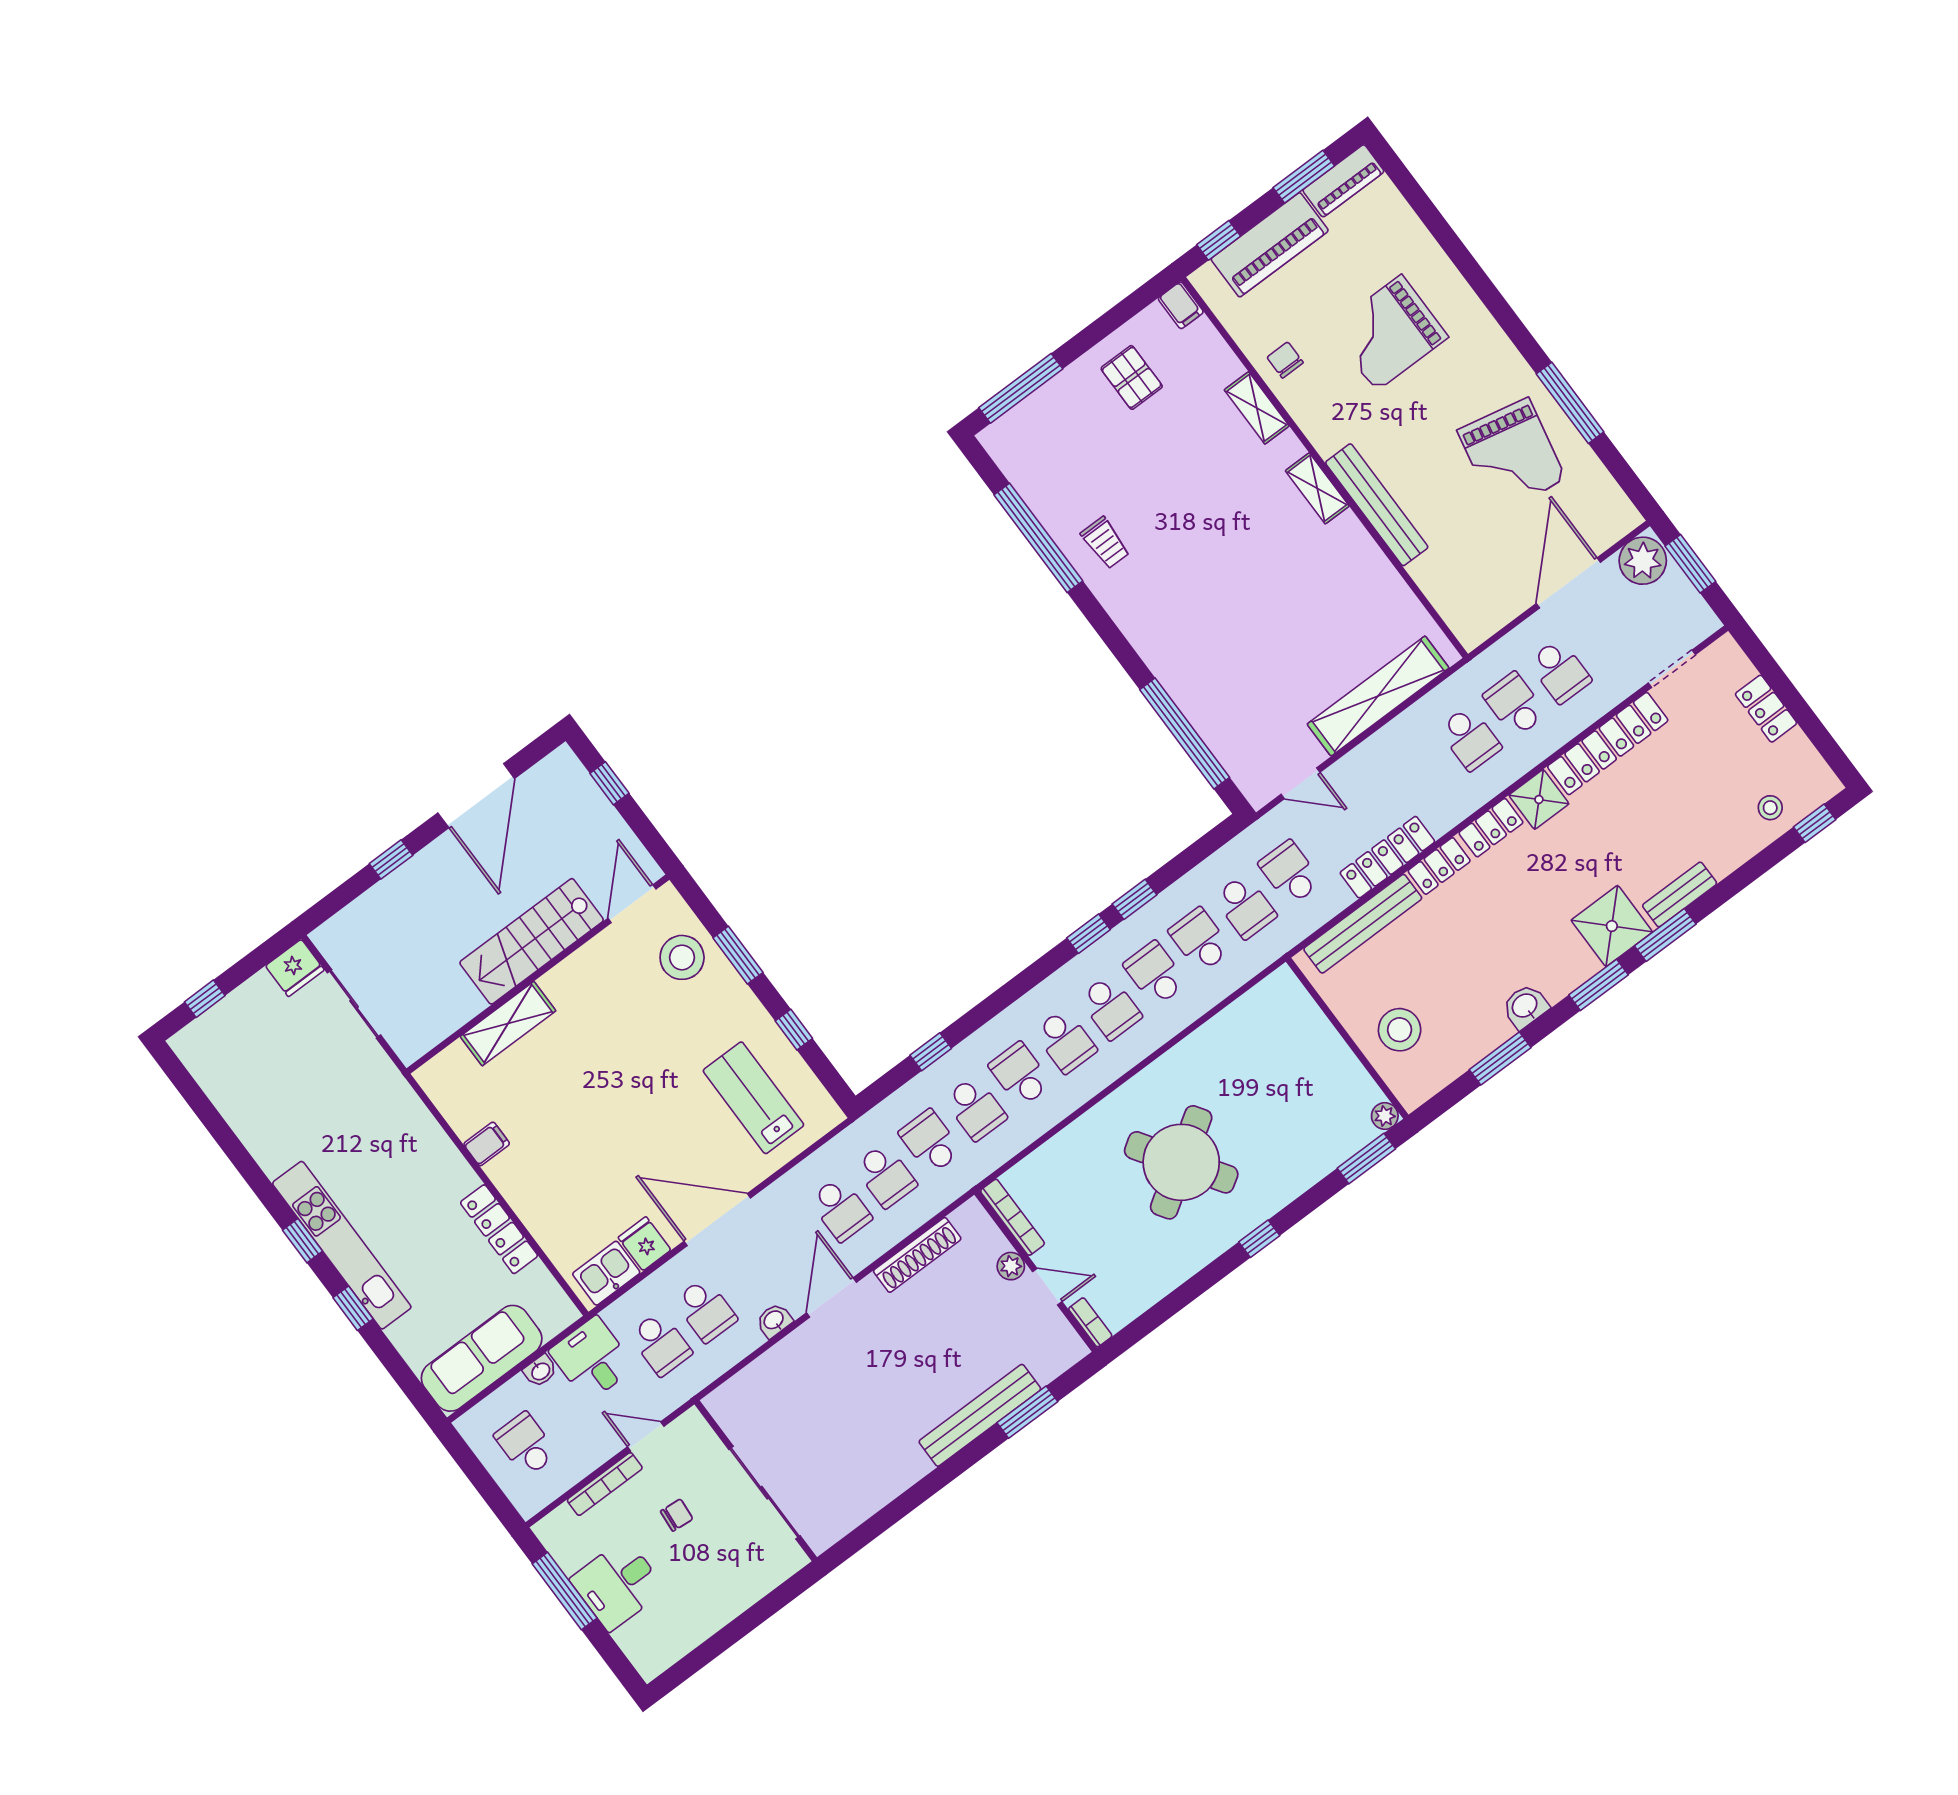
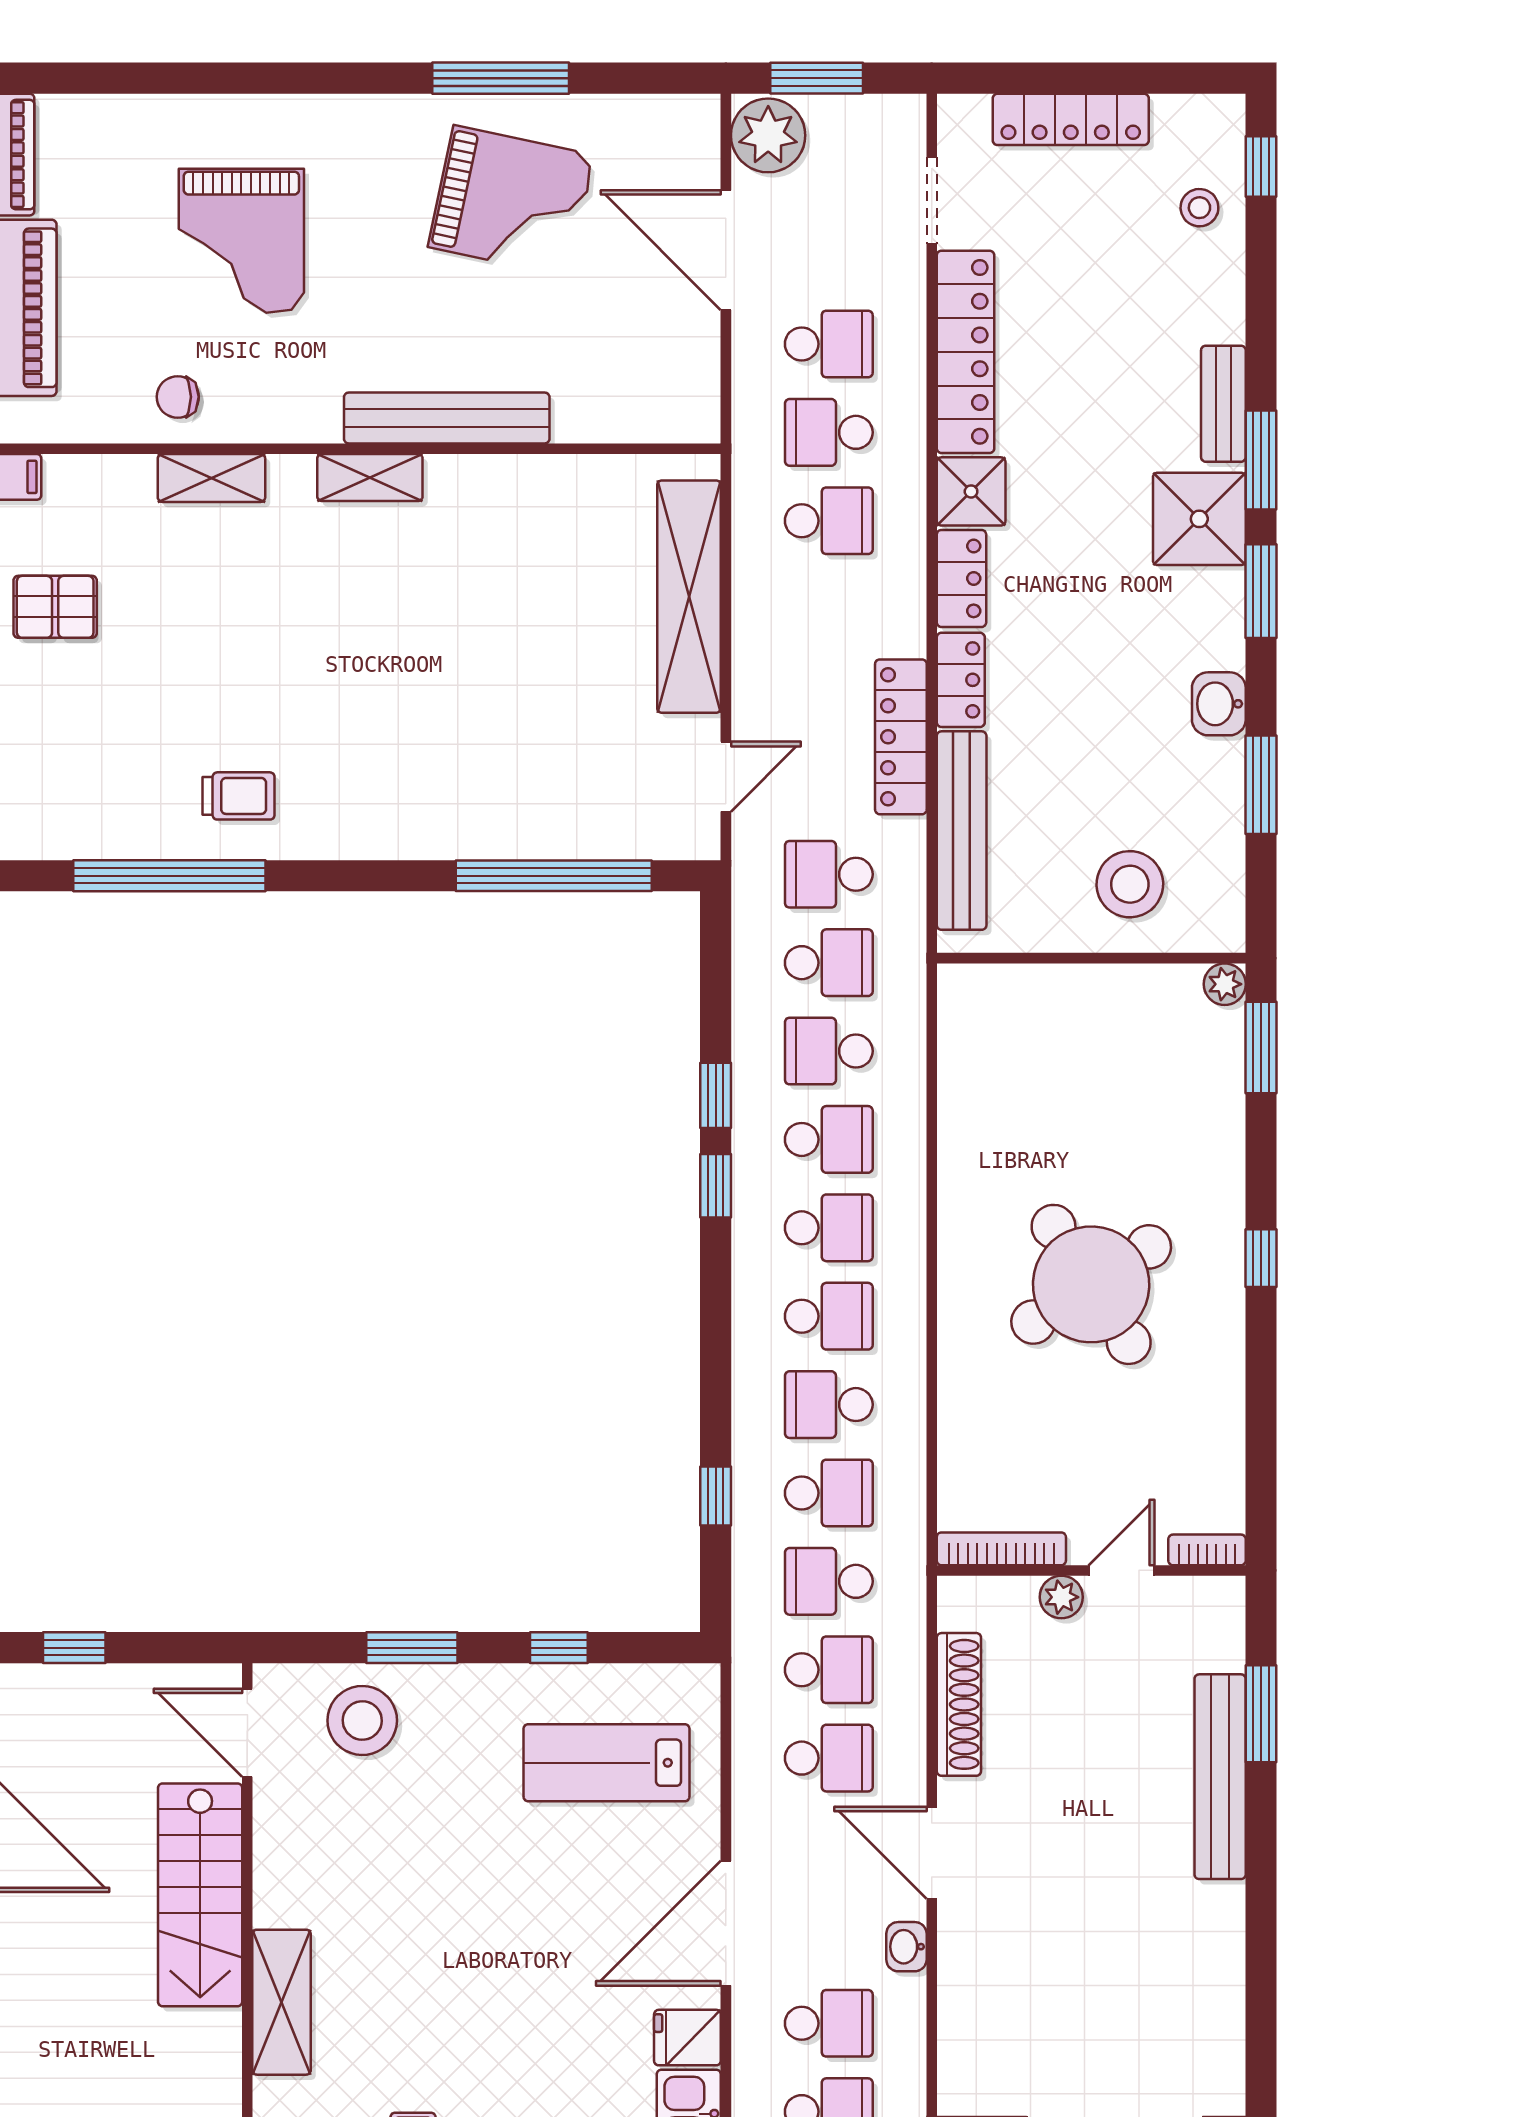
locker: (1766, 709) -> (1071, 119), width x1.53
school desk: (1155, 974) -> (829, 1139), turned 180

